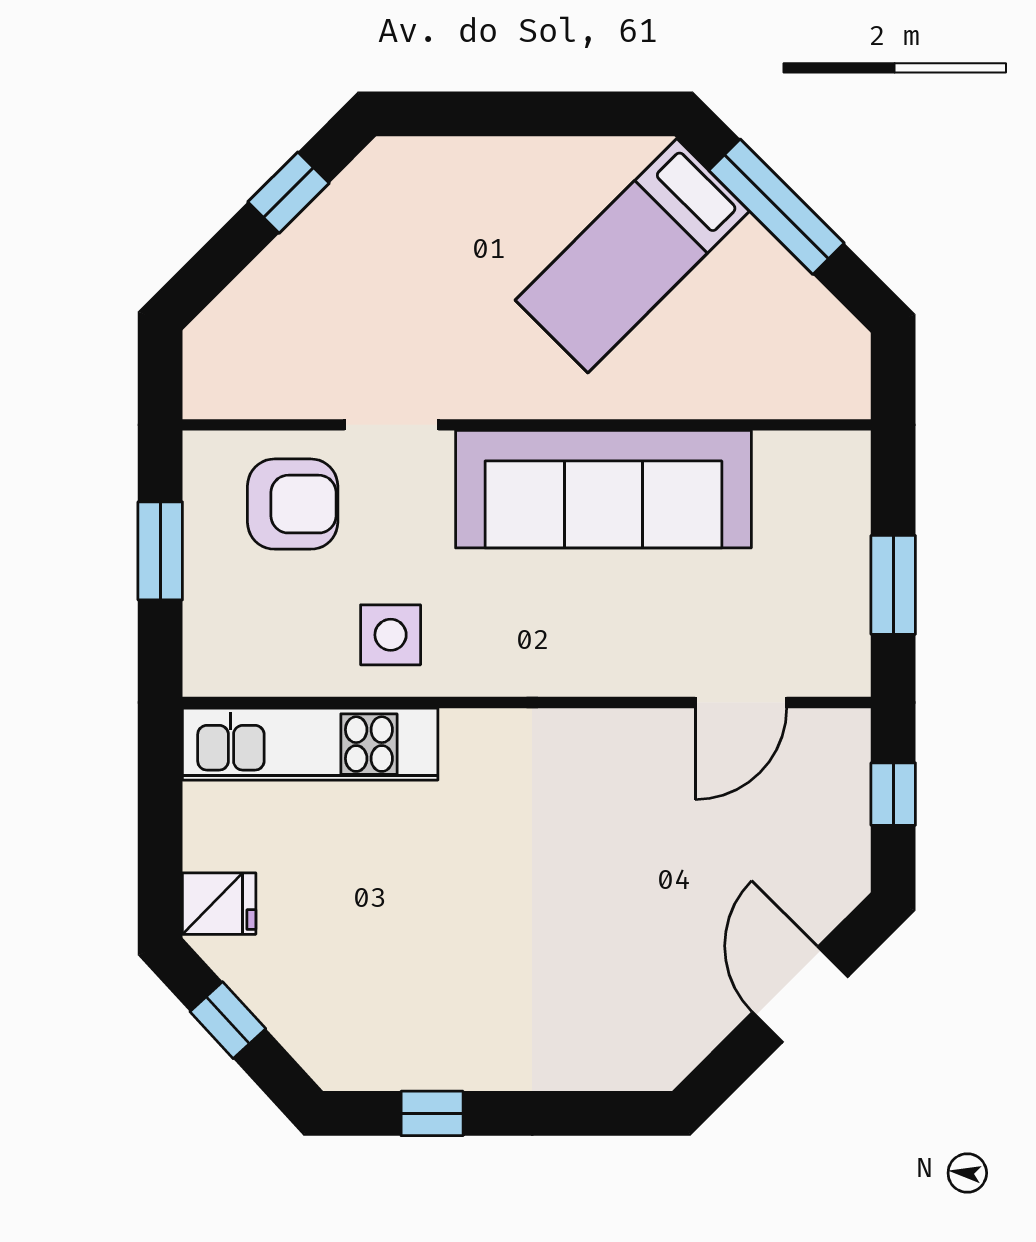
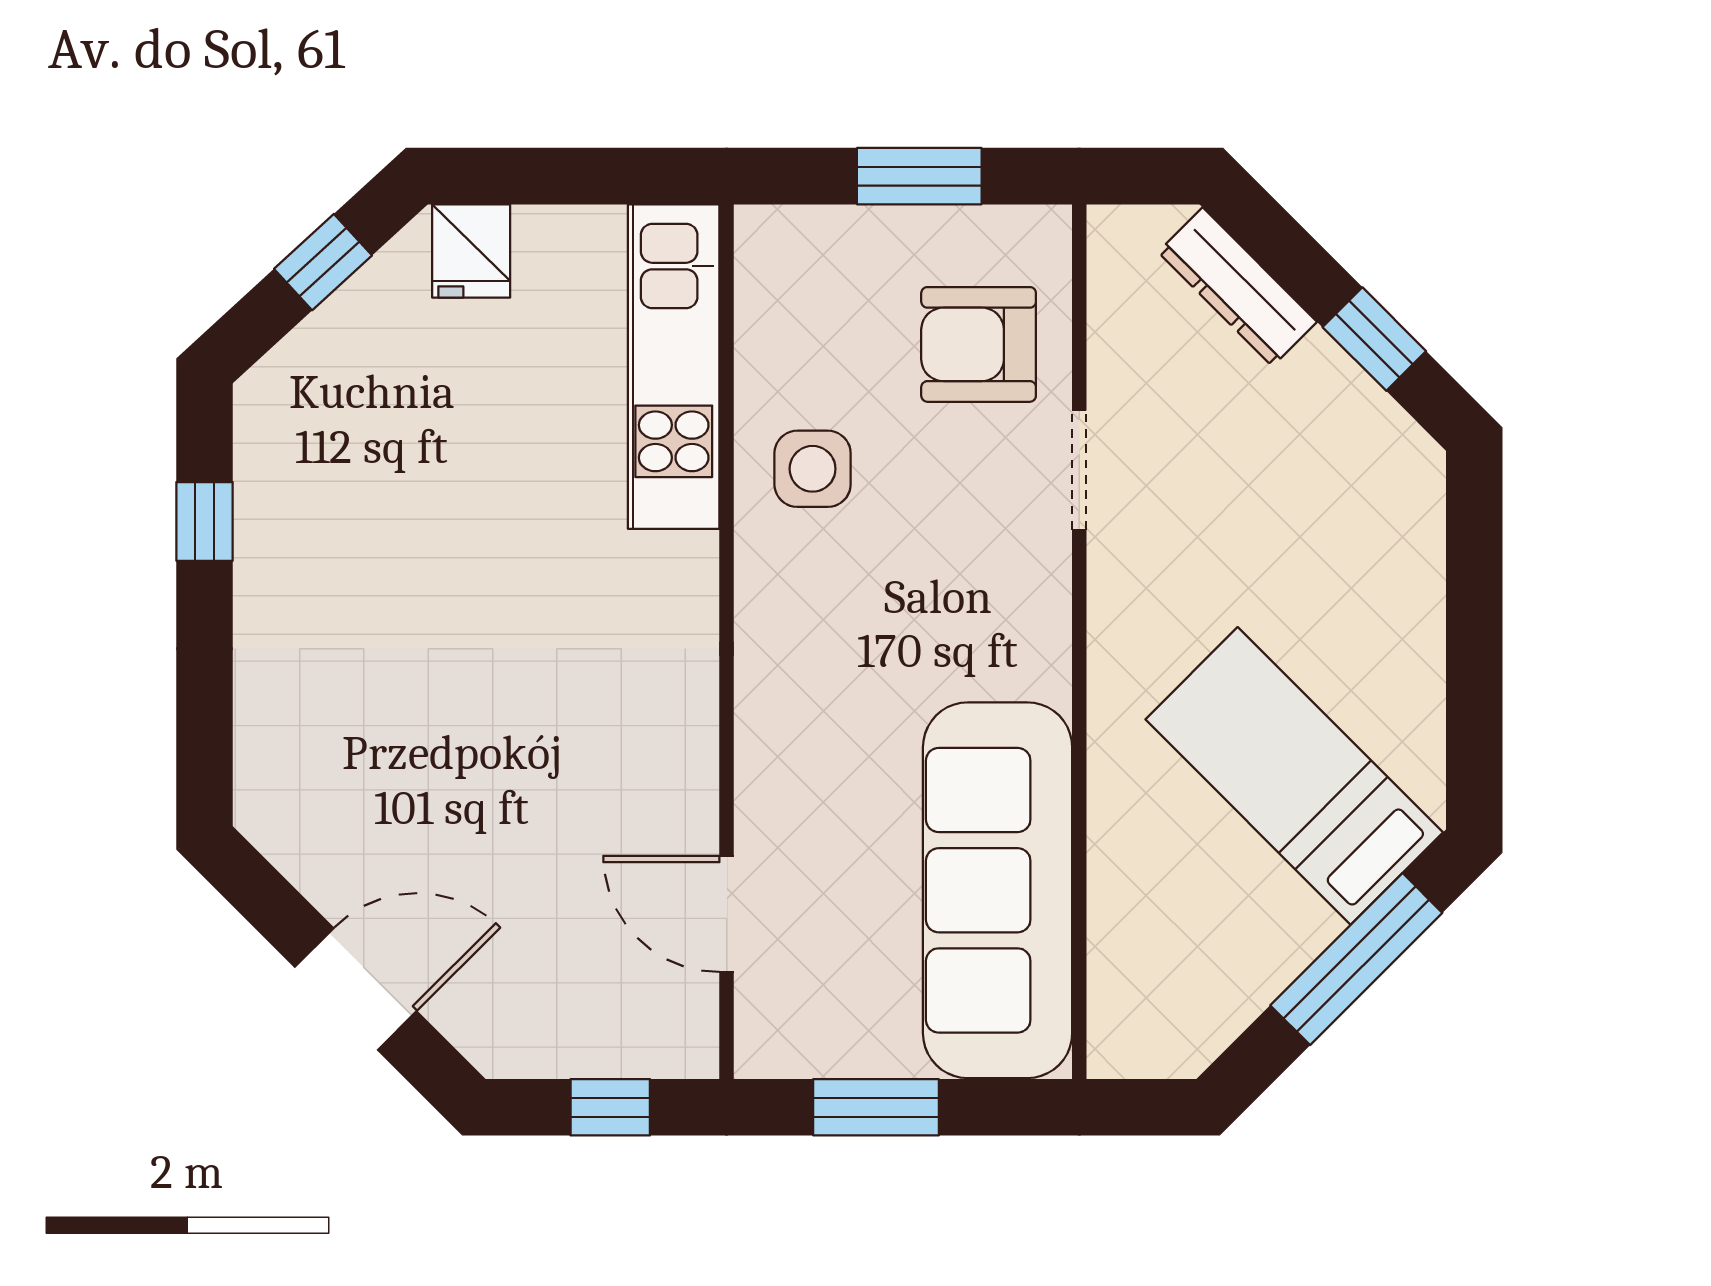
dresser: (247, 300) -> (1237, 287), added
sofa: (603, 489) -> (998, 890), moved
armchair: (293, 504) -> (979, 344), turned 90

